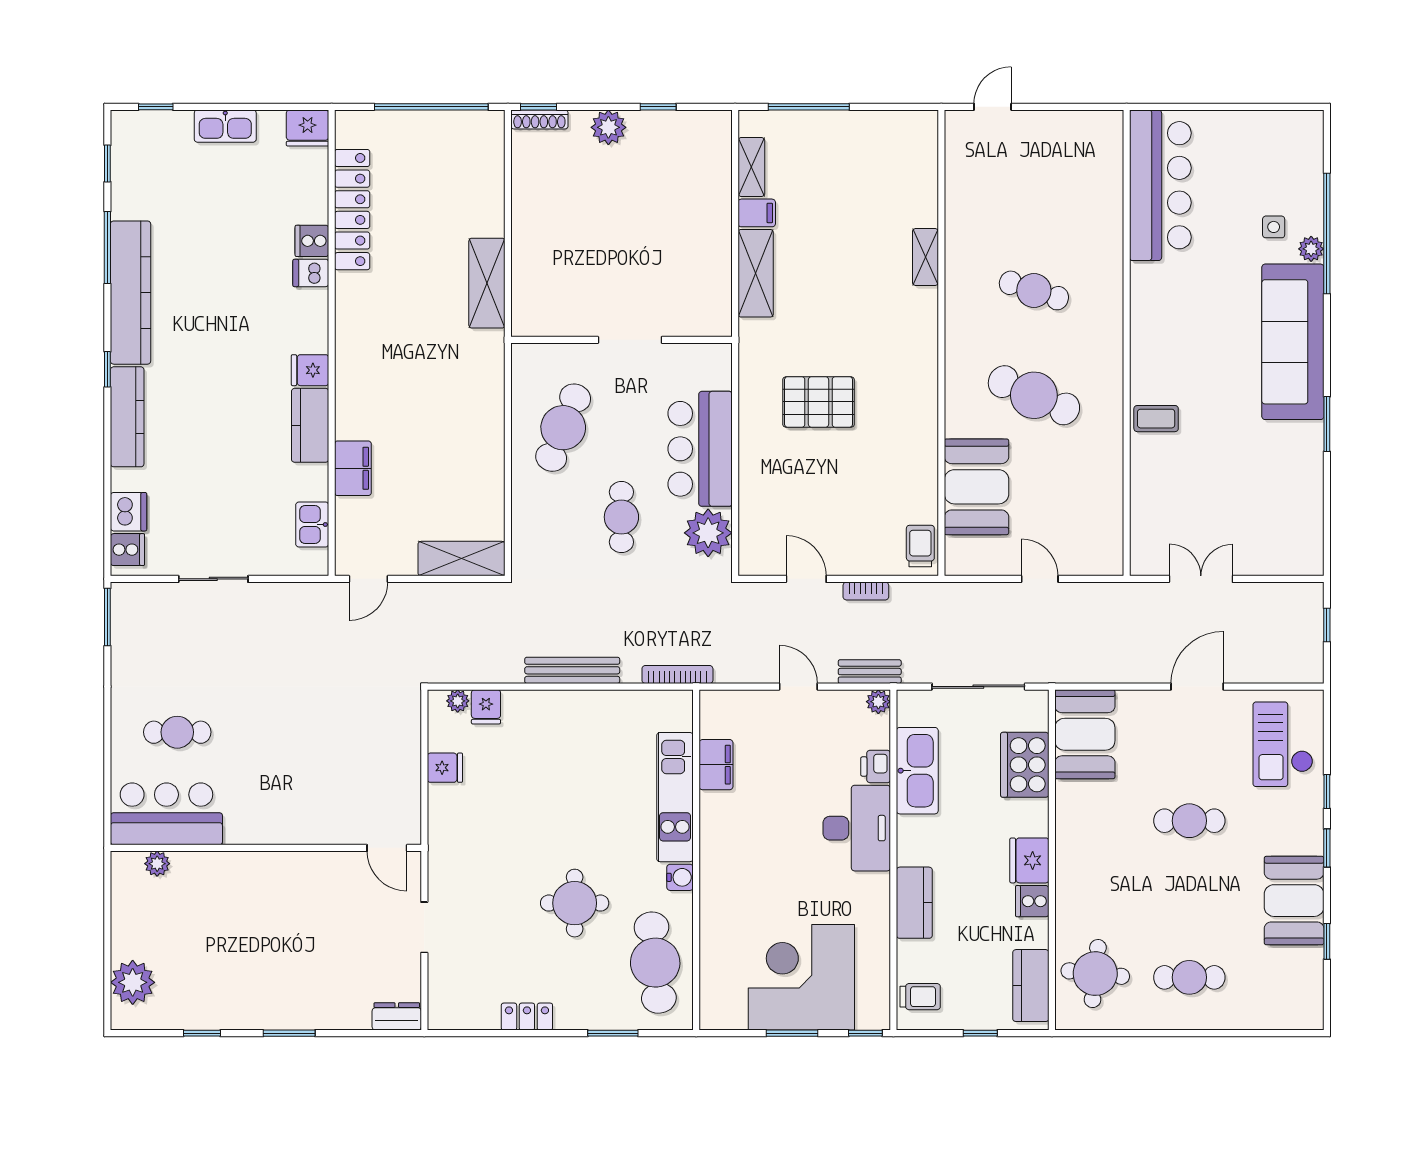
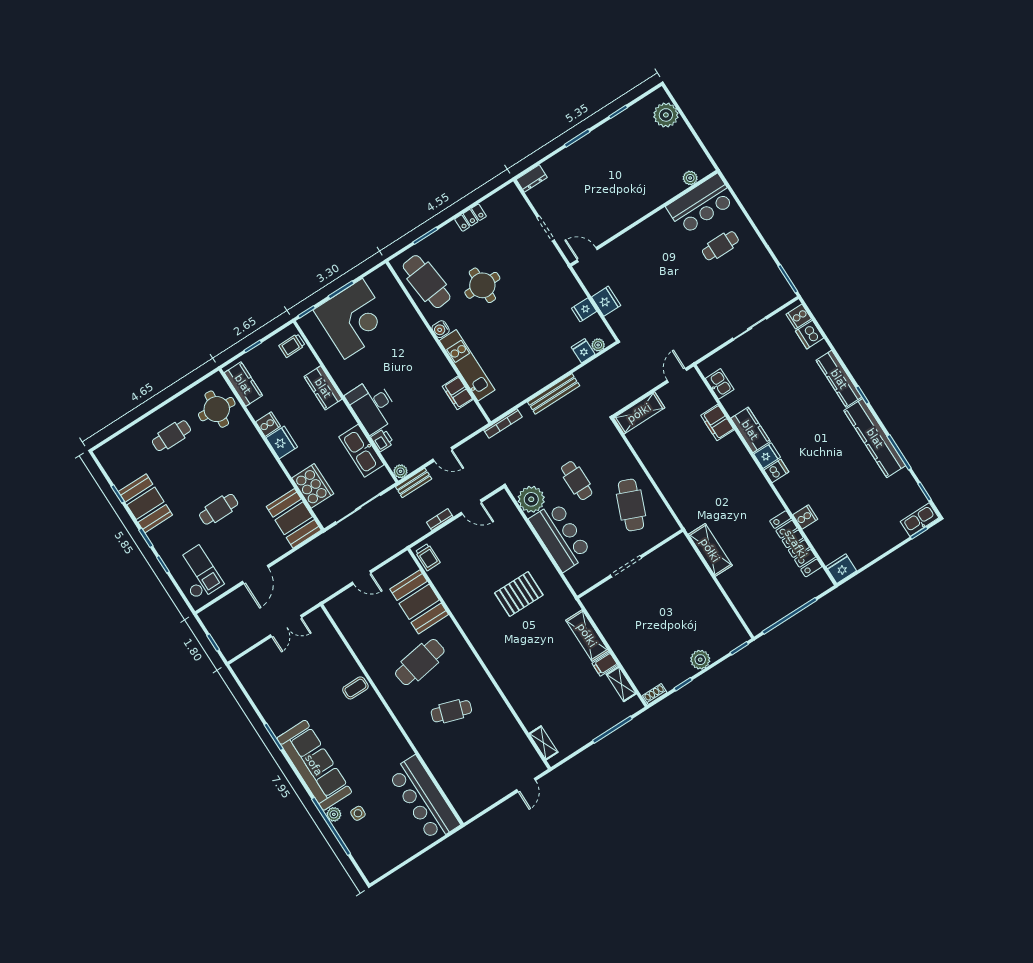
shoe rack: (539, 119) -> (655, 694), moved, width x0.70
kitchen sink: (225, 126) -> (920, 520), moved
shelving: (925, 257) -> (544, 743), moved
dishwasher: (311, 273) -> (776, 471), moved
cafe table: (1034, 395) -> (420, 662), turned -33
fridge: (403, 759) -> (606, 301), added

